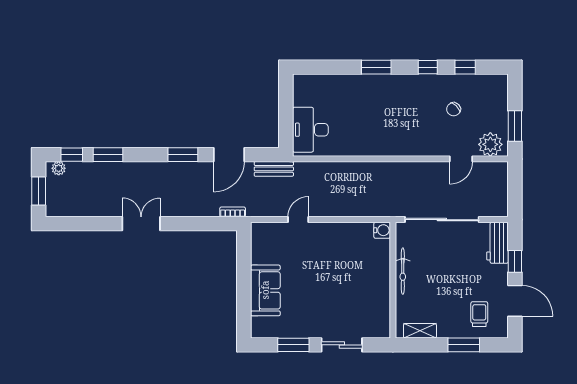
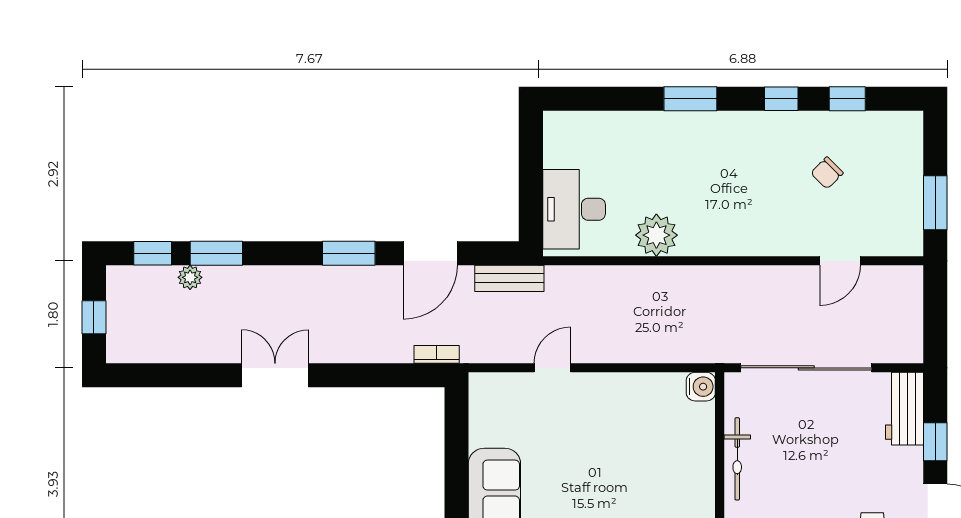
plant: (490, 144) -> (656, 235), moved
plant: (59, 168) -> (190, 277), moved
window: (39, 191) -> (94, 317), width x0.67

